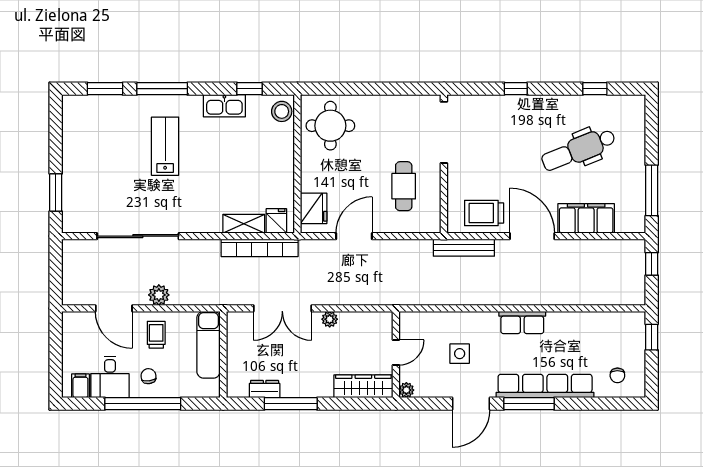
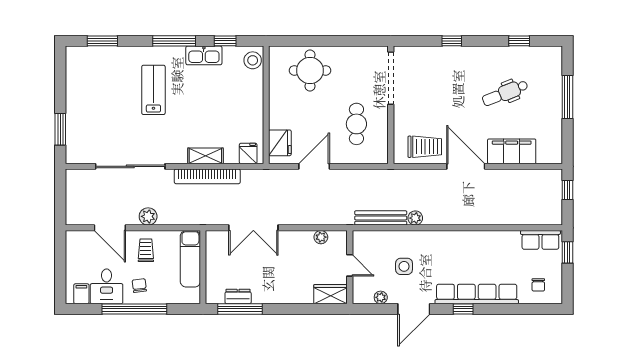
window: (162, 89) -> (174, 41), moved
round table: (330, 126) -> (310, 70), moved
dental chair: (578, 150) -> (505, 93), width x0.73, depth x0.72
window: (652, 190) -> (567, 97), moved
trolley: (484, 213) -> (425, 147), turned 180
shelving: (244, 224) -> (205, 156), moved
bookcase: (260, 248) -> (207, 176), moved
bench: (464, 248) -> (381, 218), moved
plant: (473, 297) -> (415, 218), added
plant: (330, 319) -> (321, 237), moved
row of seats: (522, 322) -> (540, 240), moved
door: (396, 352) -> (350, 265), hinge flipped
wardrobe: (363, 386) -> (330, 294), width x0.67
plant: (406, 390) -> (381, 297), moved
window: (291, 404) -> (240, 309), moved
window: (529, 404) -> (463, 309), width x0.46

